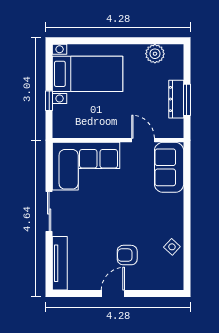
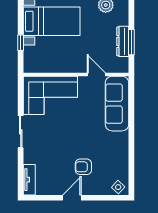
sofa: (169, 167) -> (117, 104), width x1.36
side table: (172, 247) -> (118, 187), moved
tv unit: (60, 263) -> (29, 180), width x0.71

